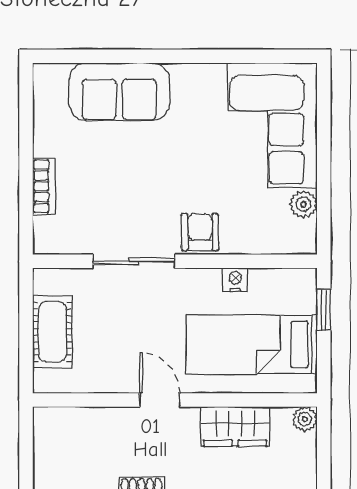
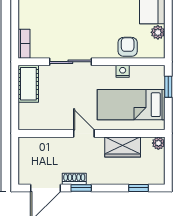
bookcase: (44, 186) -> (24, 44), moved
armchair: (200, 232) -> (128, 47), moved
cot: (52, 332) -> (28, 84), moved

